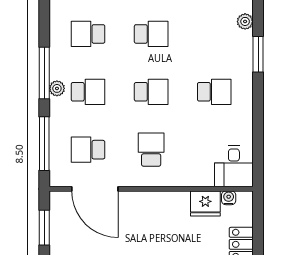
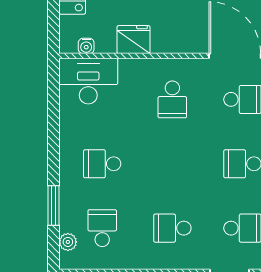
school desk: (151, 92) -> (102, 228), moved, turned 90
desk: (234, 166) -> (88, 81), width x1.37
fridge: (205, 204) -> (133, 40), moved

